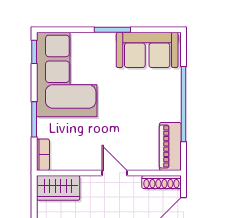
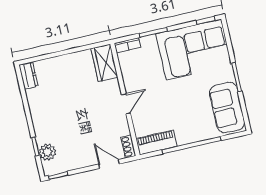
shoe rack: (161, 182) -> (128, 146), width x0.70

